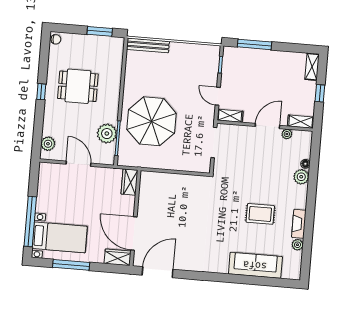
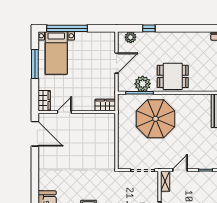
dining table: (78, 86) -> (173, 76), moved, turned 90
window: (41, 92) -> (149, 28), moved
door: (134, 233) -> (64, 112), width x0.53

